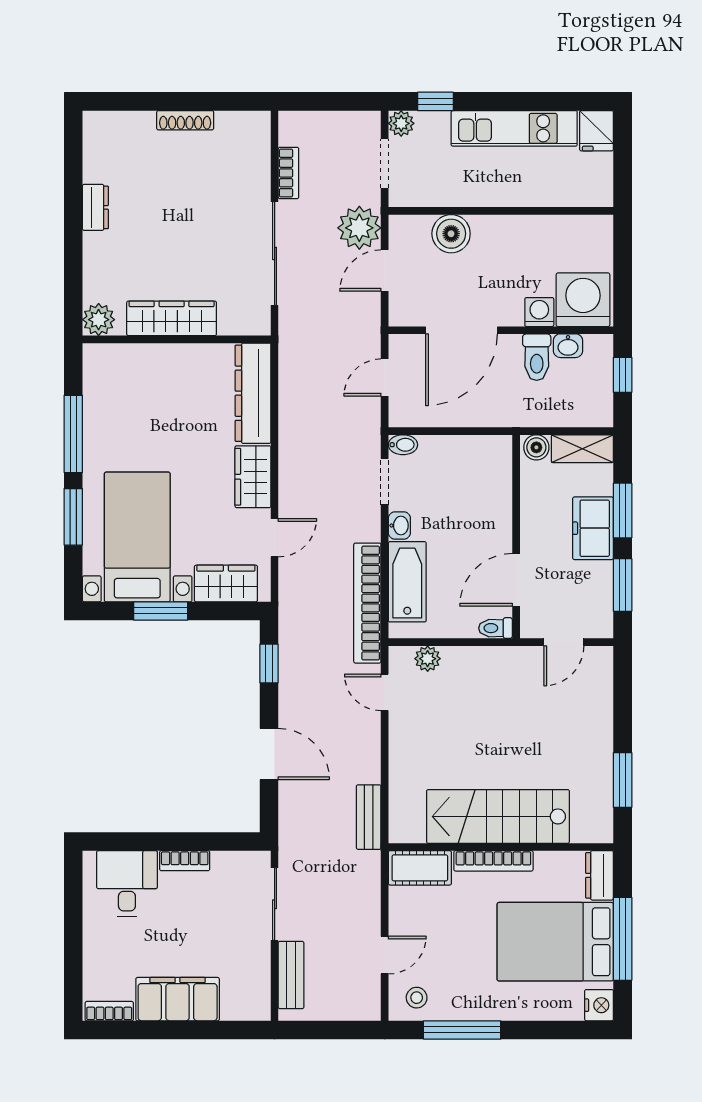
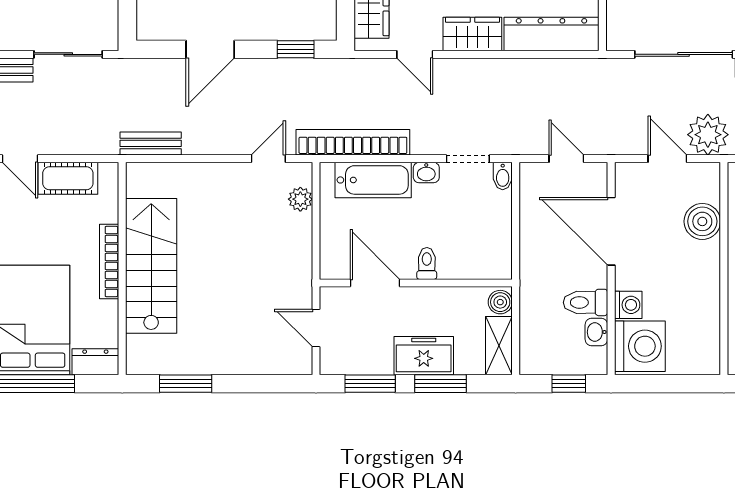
toilet: (496, 628) -> (427, 264), moved
cot: (420, 868) -> (68, 178), moved, turned 90

